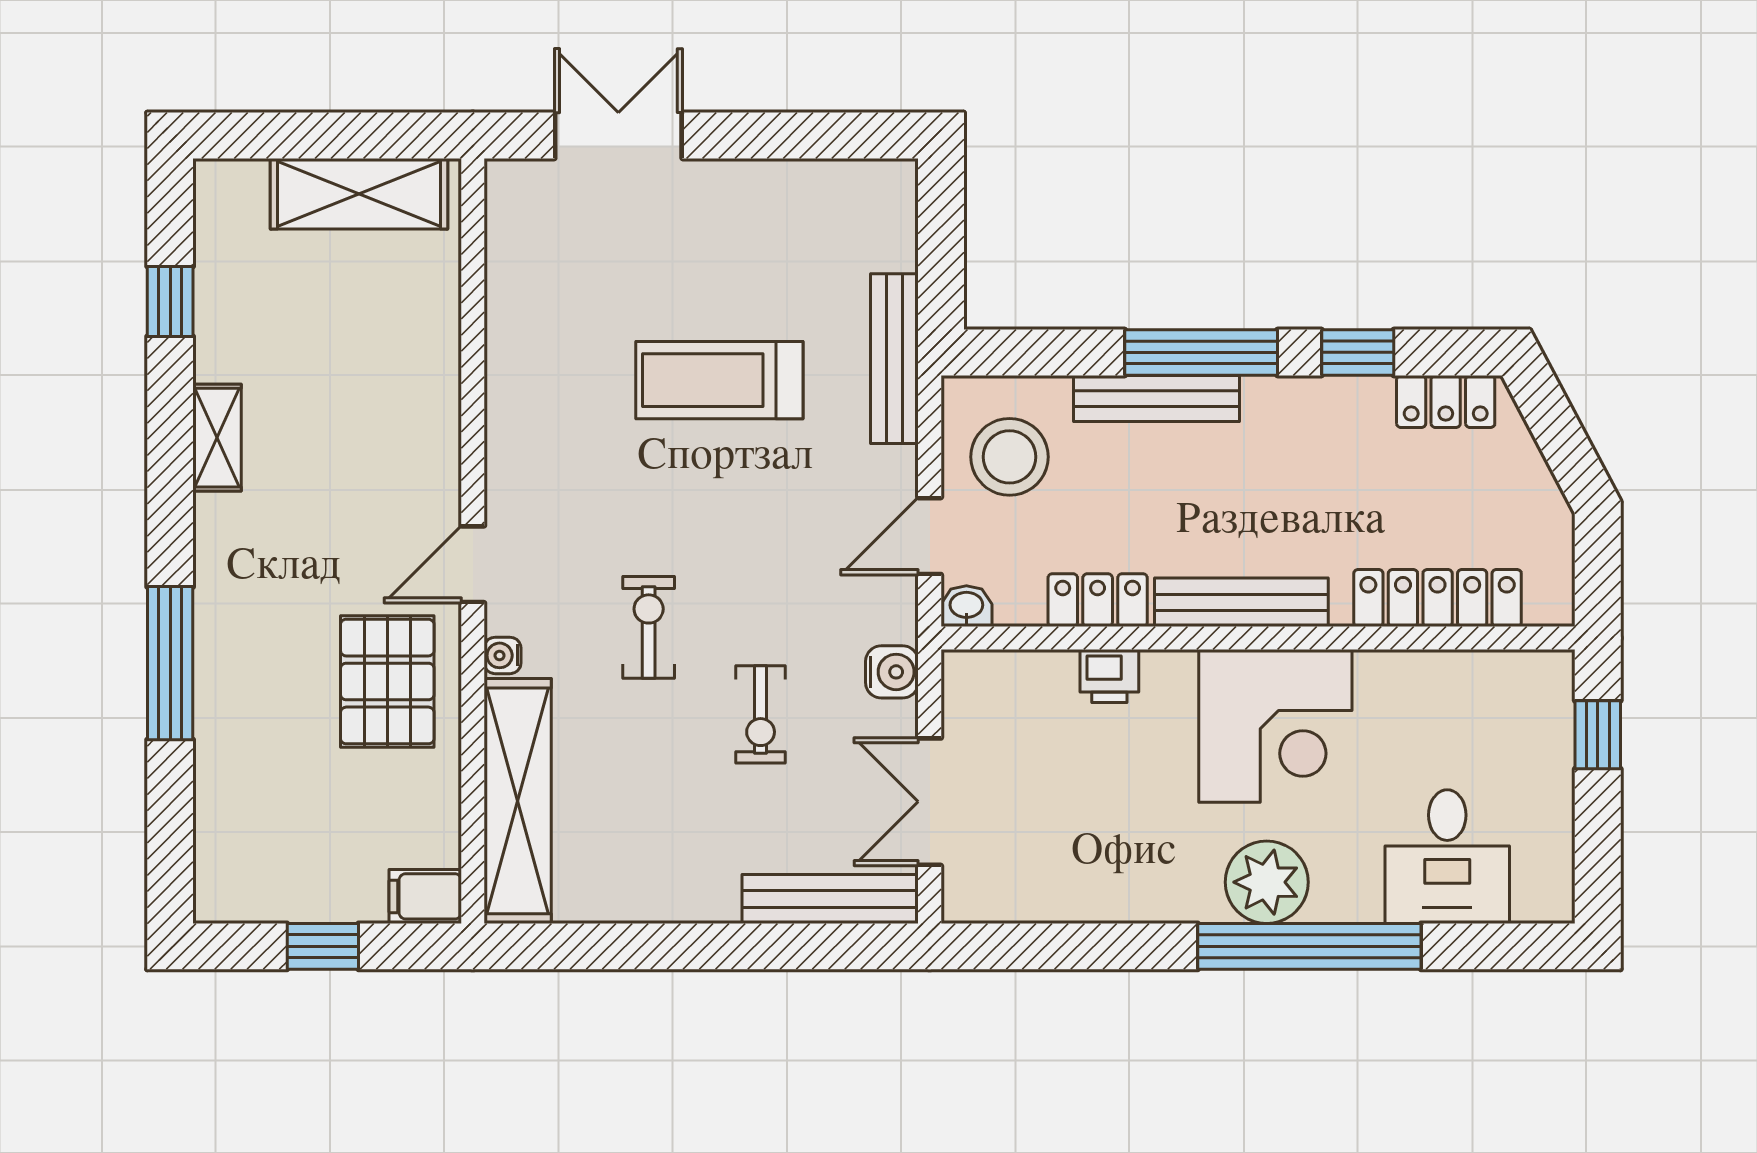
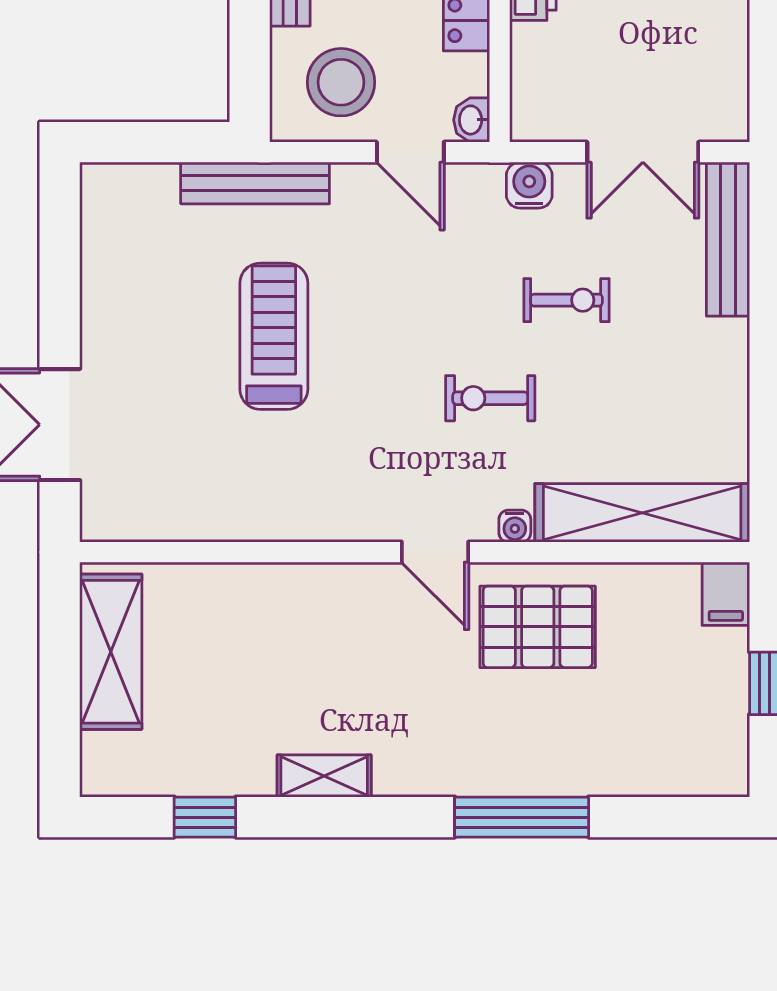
treadmill: (719, 380) -> (274, 336), turned 180

